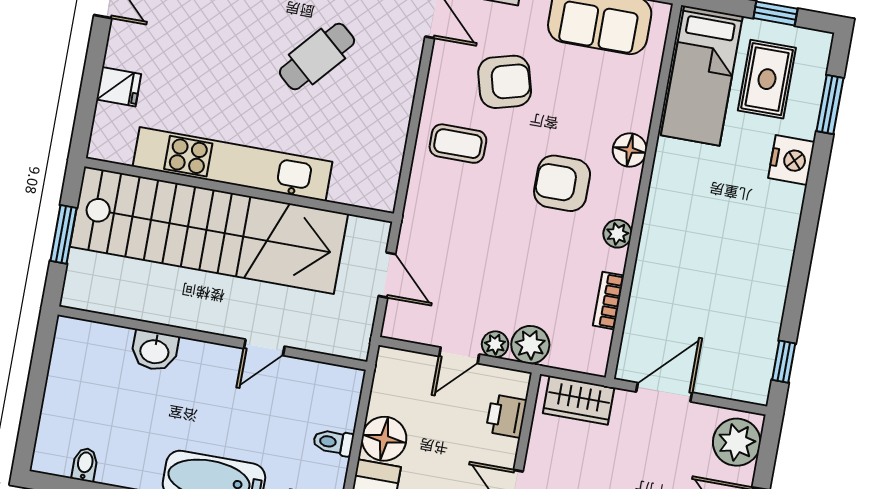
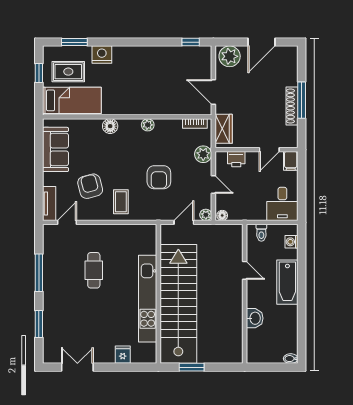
cafe table: (317, 56) -> (94, 270), turned 49
armchair: (562, 183) -> (159, 177), moved
bookcase: (609, 301) -> (195, 124), moved
wall: (212, 338) -> (245, 294), moved
plant: (495, 344) -> (206, 215), moved
door: (264, 347) -> (245, 270), moved
washbasin: (155, 351) -> (255, 318), moved
floor lamp: (384, 439) -> (222, 215), moved, width x0.53, depth x0.53
bidet: (85, 465) -> (291, 359), moved

